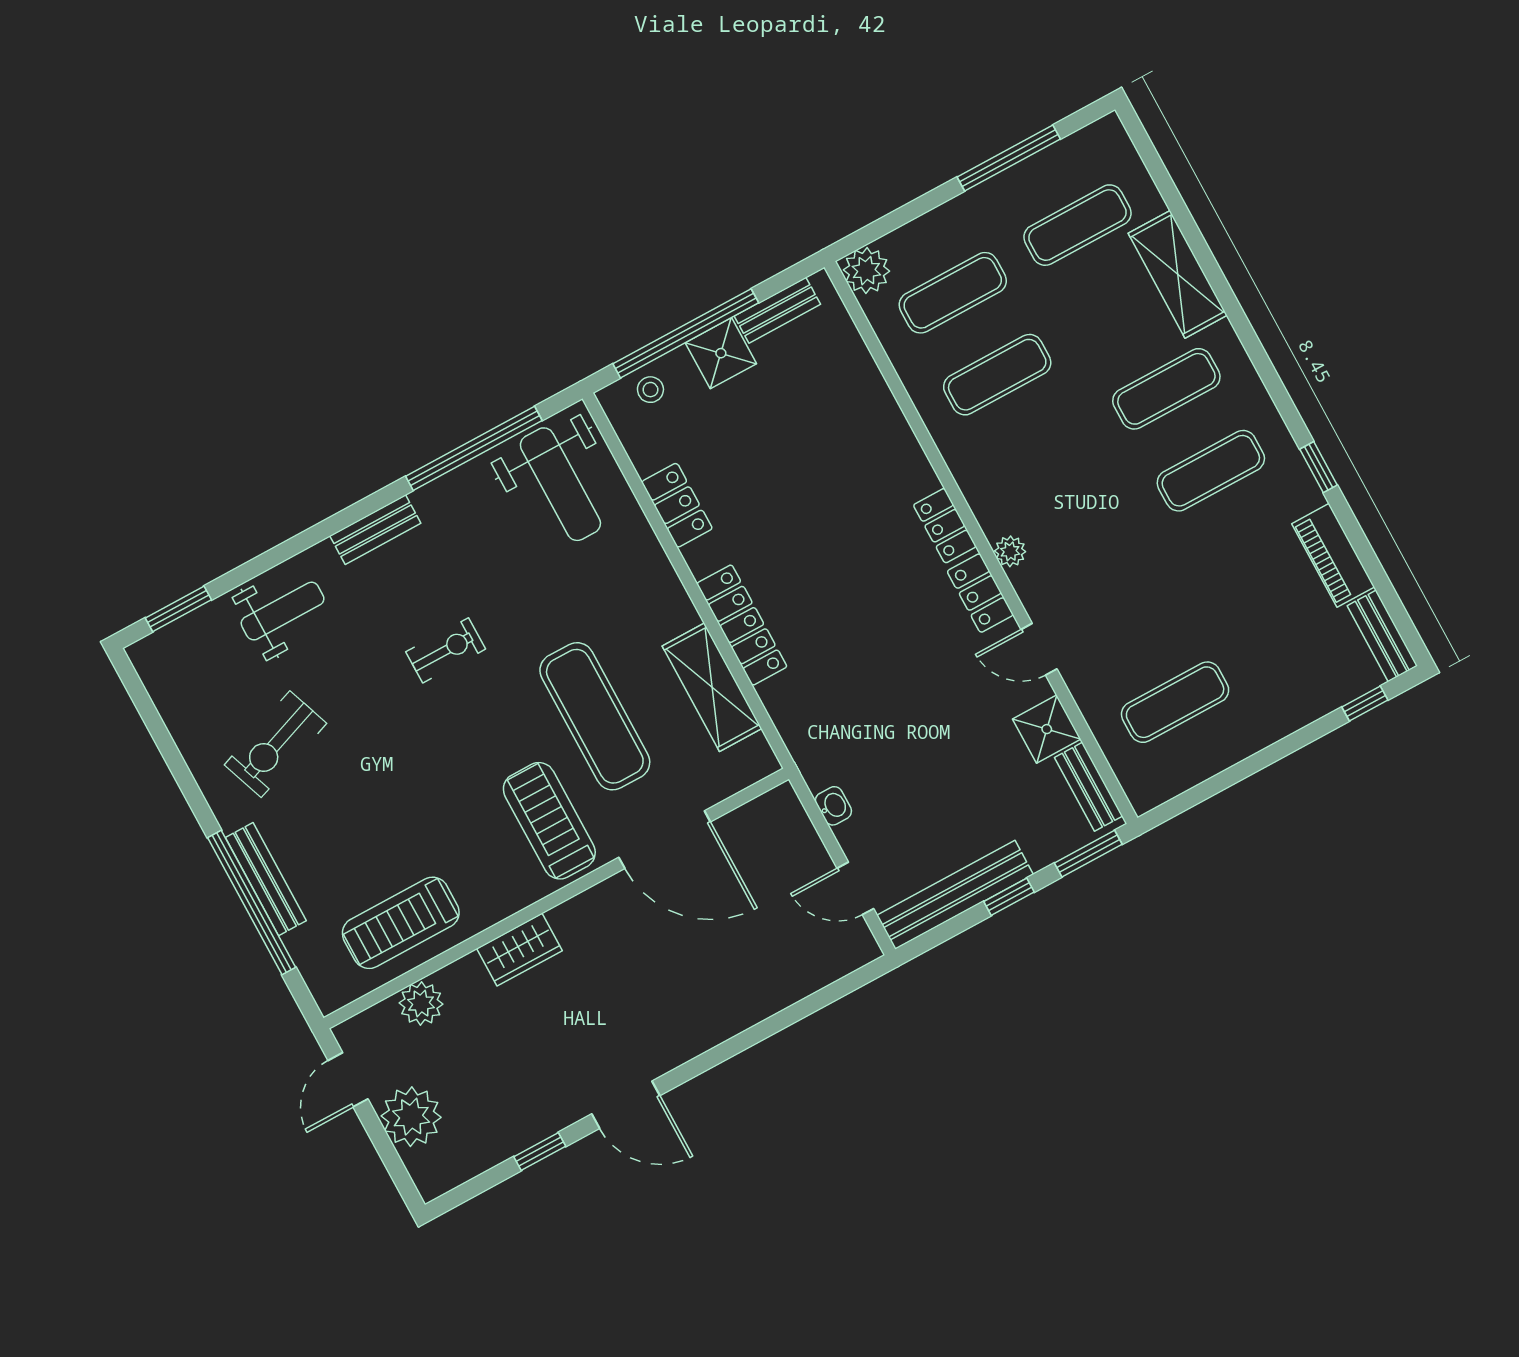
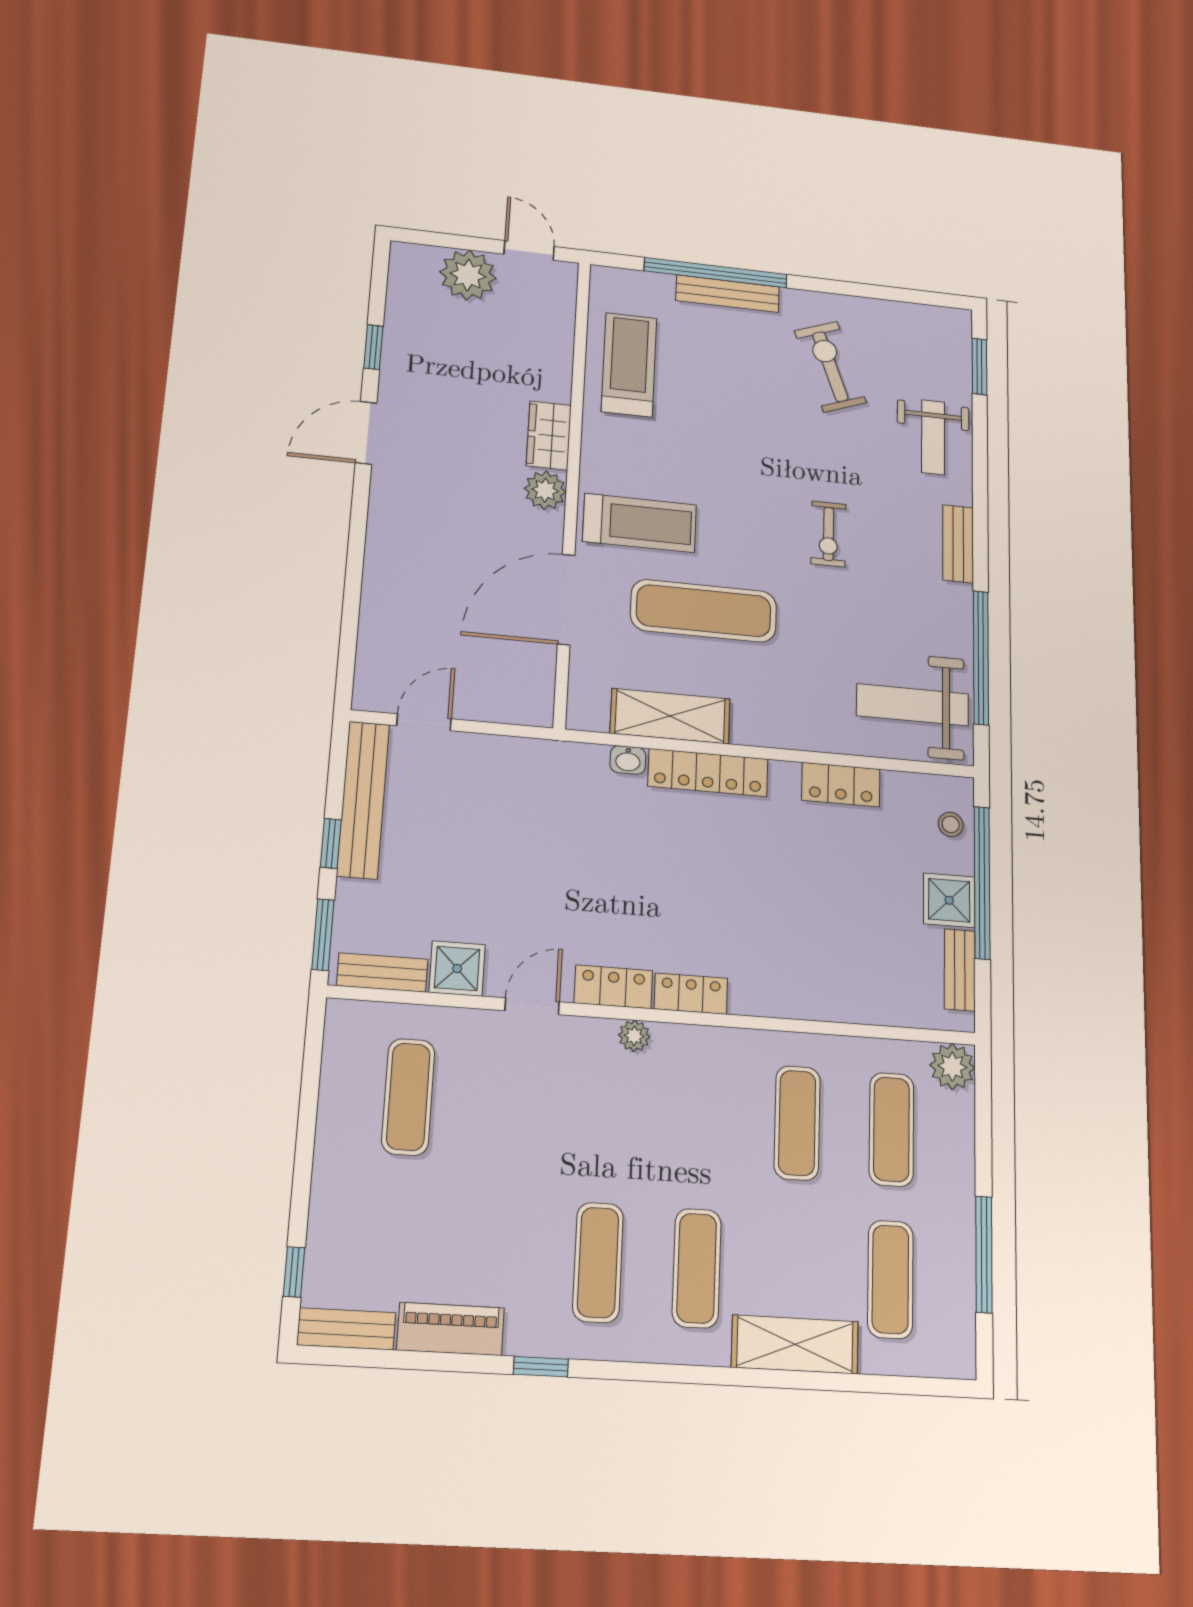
washbasin: (833, 806) -> (628, 760), moved
plant: (421, 1004) -> (545, 490), moved

